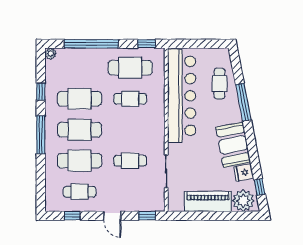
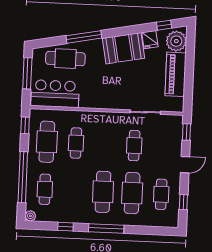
window: (202, 44) -> (27, 73), added
cafe table: (219, 84) -> (65, 59), width x1.37, depth x1.35
bar counter: (182, 96) -> (55, 94), width x0.54
cafe table: (80, 99) -> (45, 189), moved, width x0.73, depth x0.74

